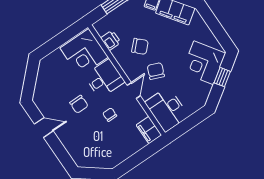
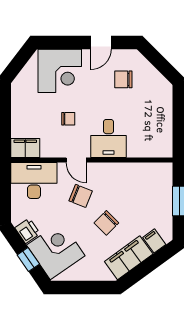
printer: (111, 40) -> (27, 231), moved, turned -124
chair: (140, 46) -> (106, 223), moved
corner desk: (84, 53) -> (60, 71), moved, turned 180
chair: (79, 104) -> (123, 79), moved

